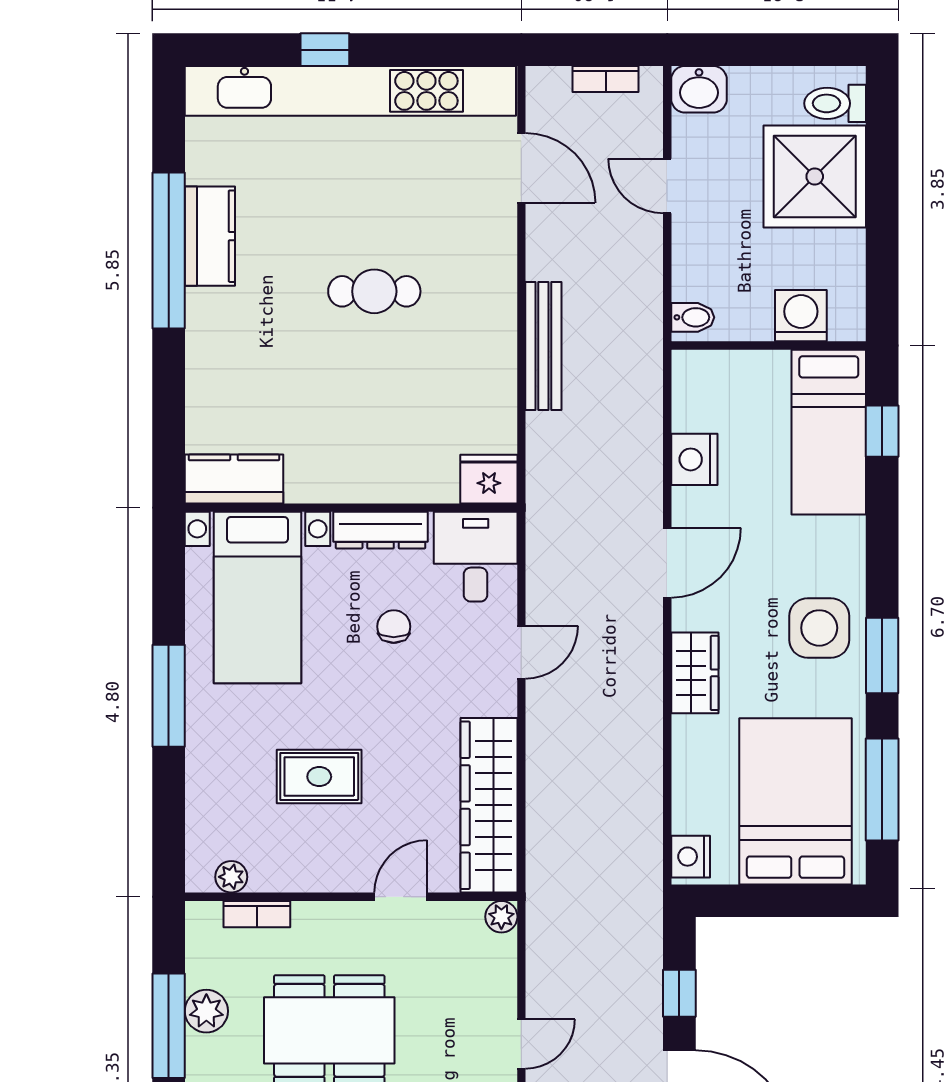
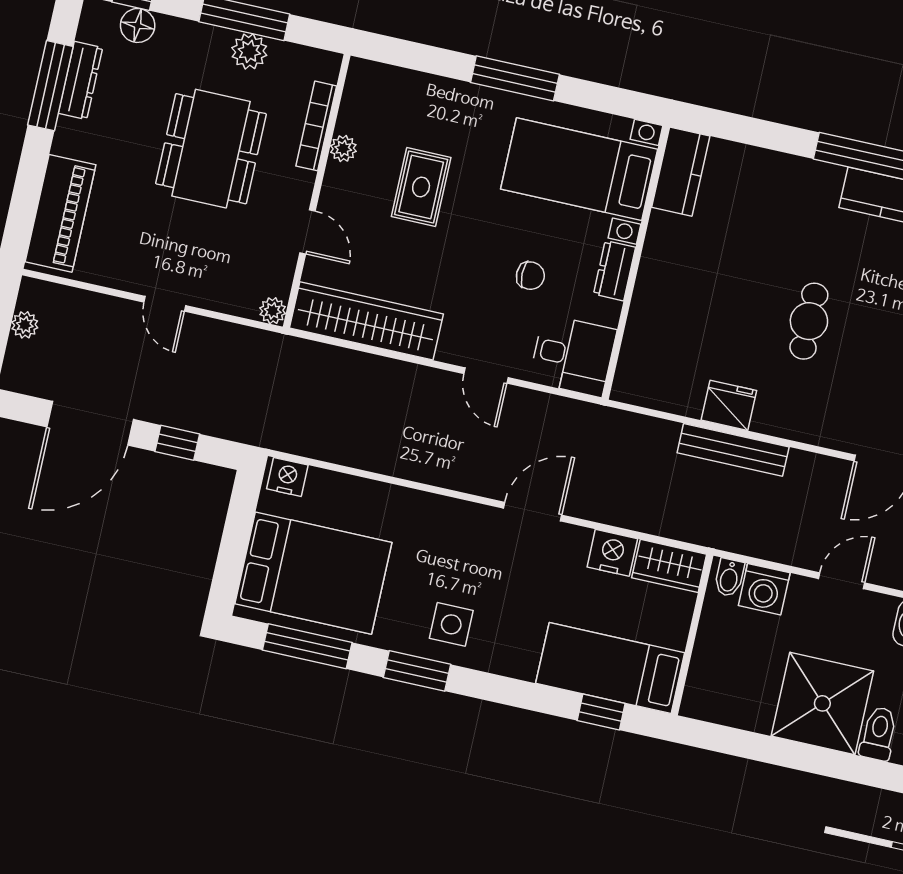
washing machine: (801, 316) -> (764, 589), moved, turned 90
fridge: (489, 479) -> (729, 405), moved, turned -90
dresser: (381, 530) -> (615, 271), width x0.70
door: (667, 563) -> (533, 512), swing flipped
side table: (819, 628) -> (451, 624), width x0.73, depth x0.73
wardrobe: (695, 673) -> (669, 566), moved
plant: (231, 877) -> (343, 149), moved
bookcase: (257, 914) -> (316, 126), width x1.56

